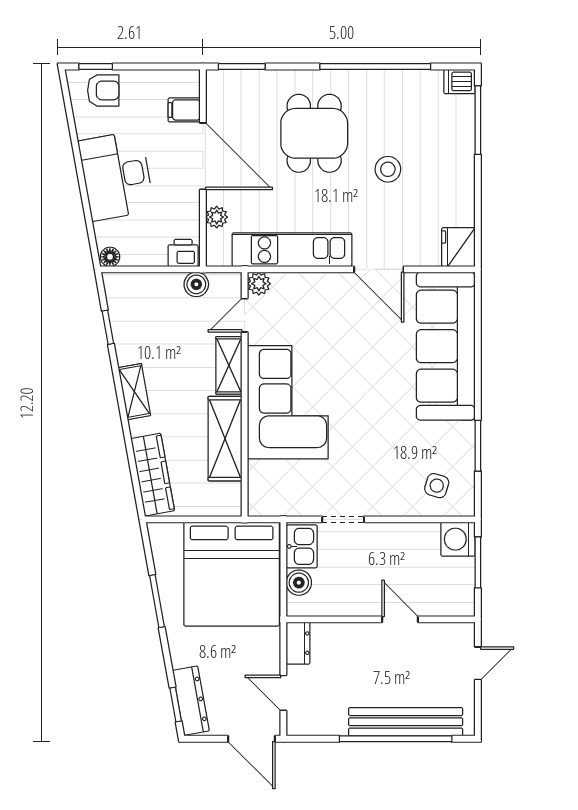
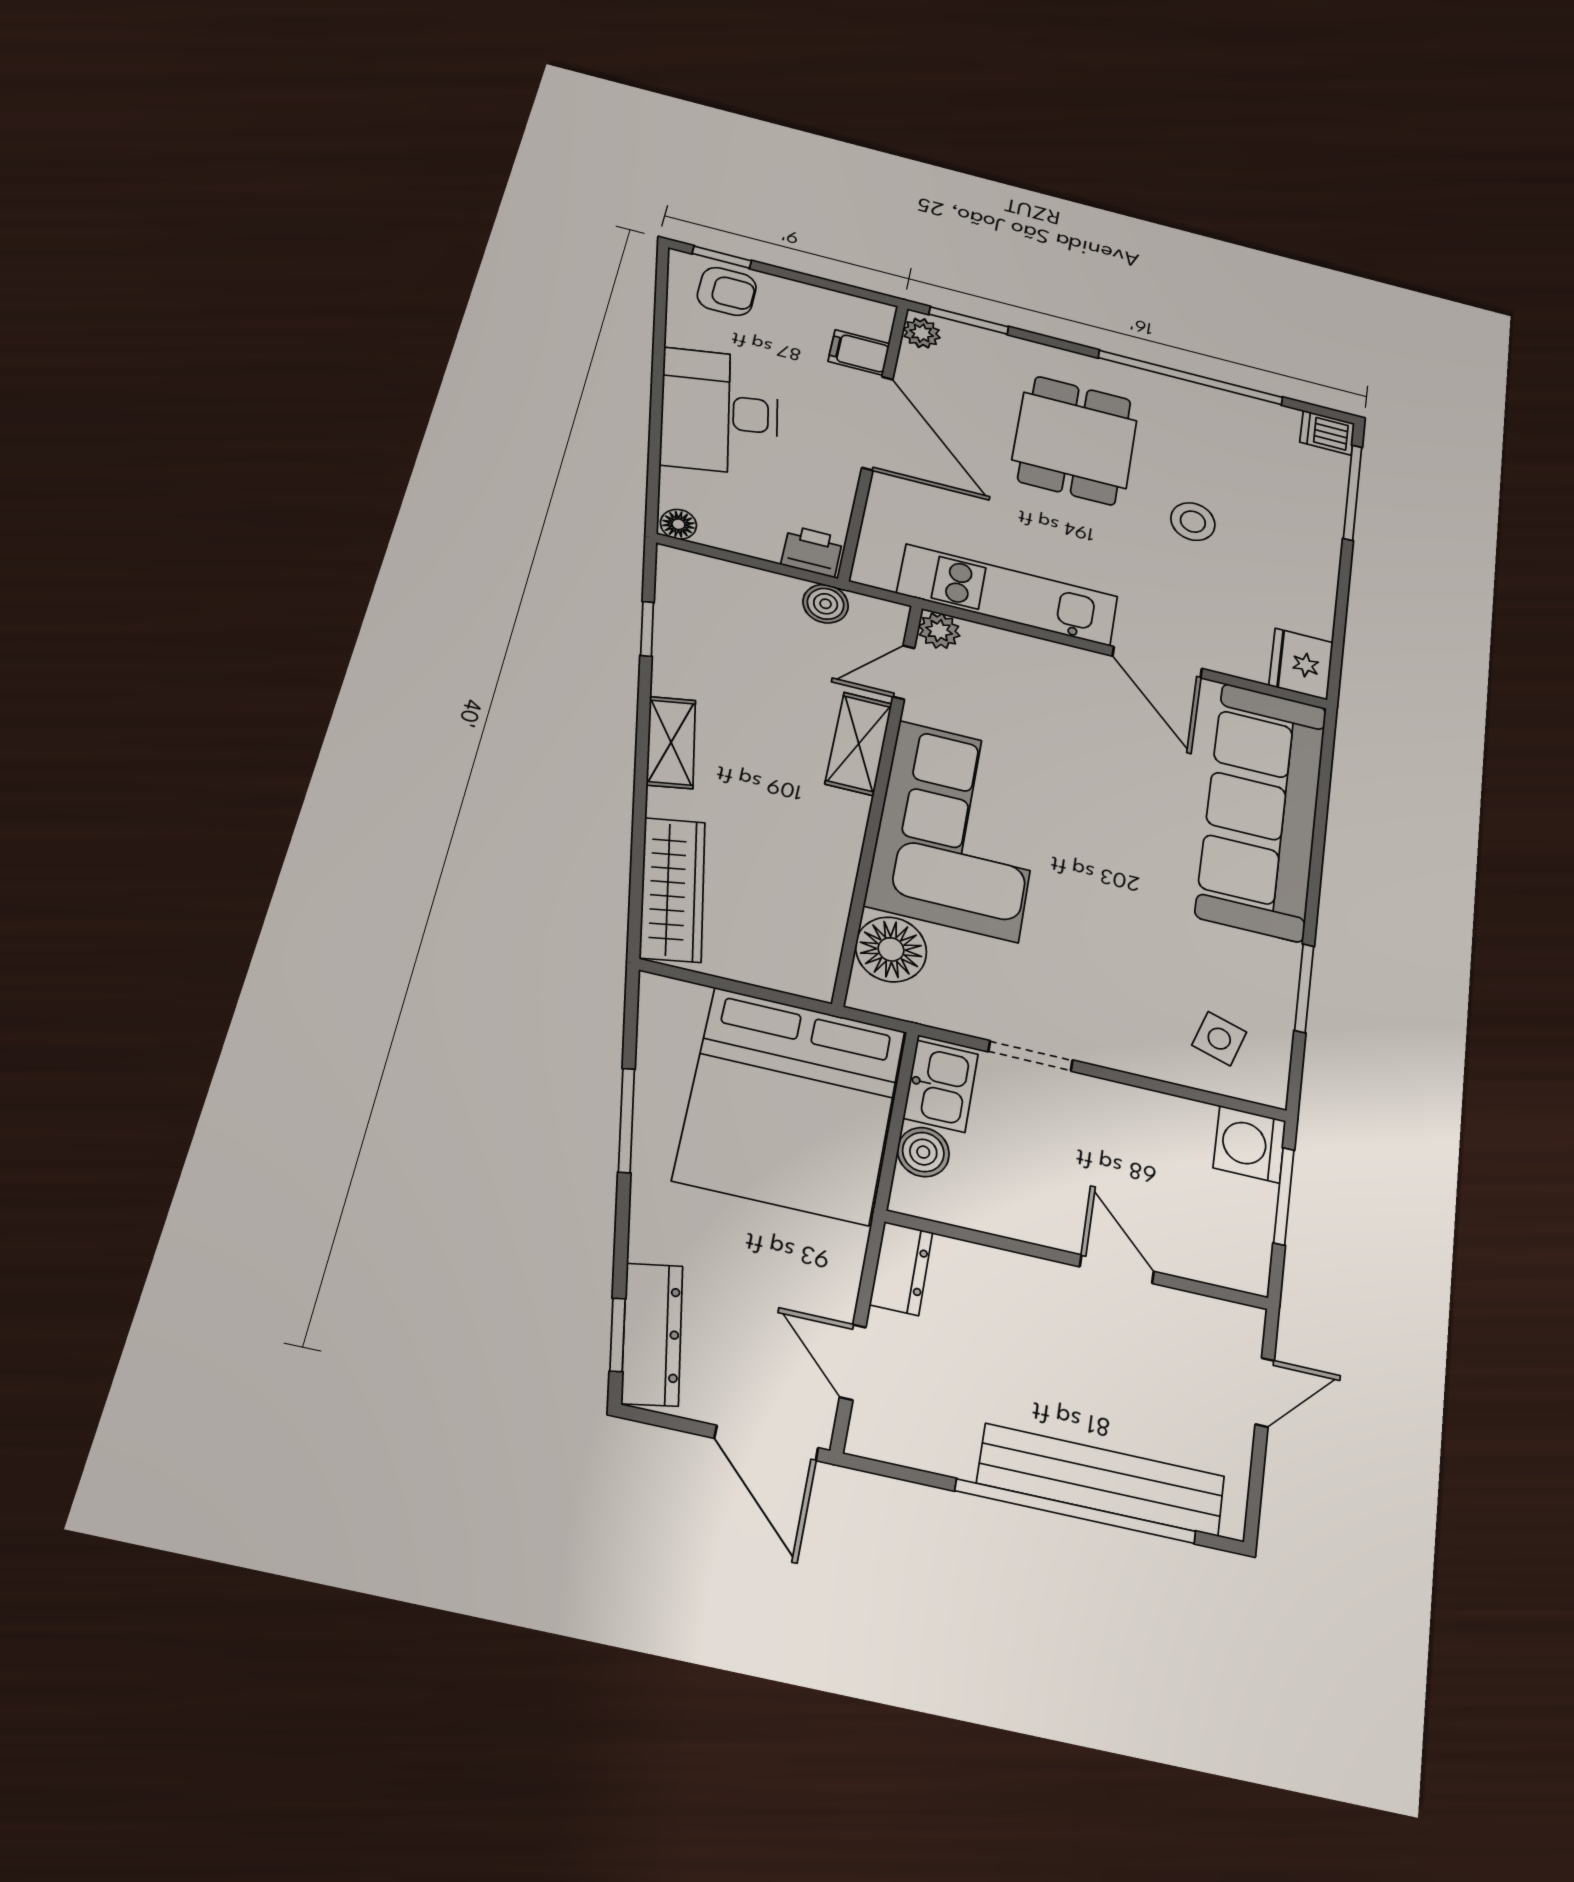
plant: (217, 217) -> (922, 333), moved
shelving: (225, 439) -> (827, 862), removed
floor lamp: (265, 479) -> (891, 949), added

